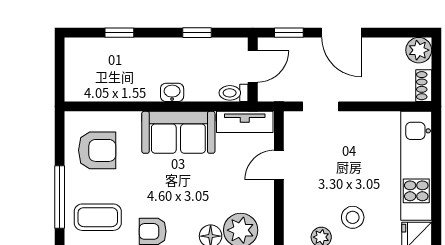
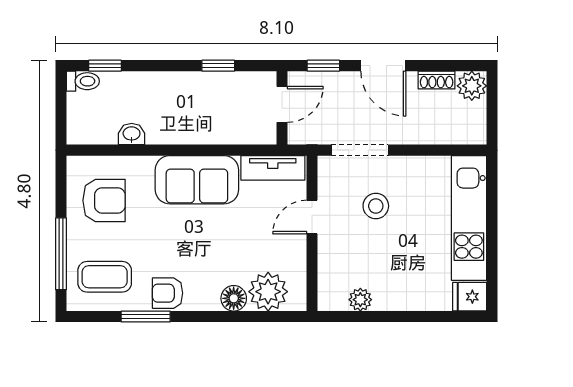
window: (119, 33) -> (105, 66), moved
shoe rack: (424, 86) -> (437, 80), moved, turned -90
washbasin: (172, 92) -> (132, 134), moved
toilet: (234, 93) -> (83, 81), moved, turned 180
doorway: (321, 106) -> (360, 150), width x1.38
stool: (353, 217) -> (376, 206), moved

